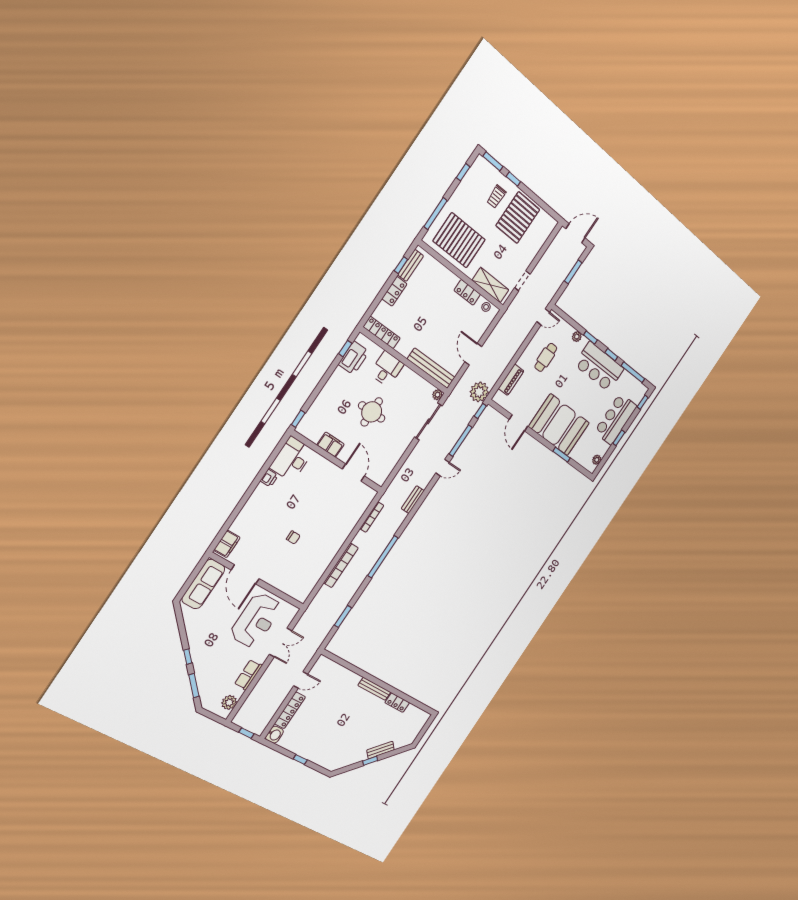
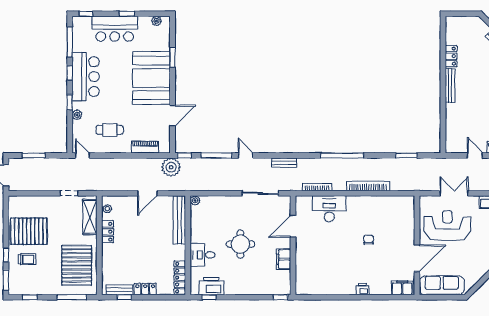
sliding door: (428, 421) -> (260, 193), moved
desk: (292, 459) -> (329, 209), moved, turned 180
printer: (269, 478) -> (362, 289), moved

